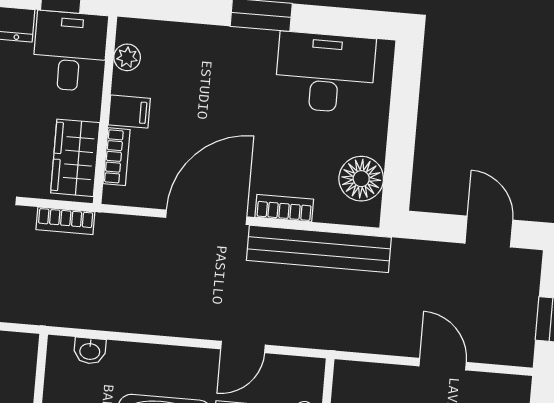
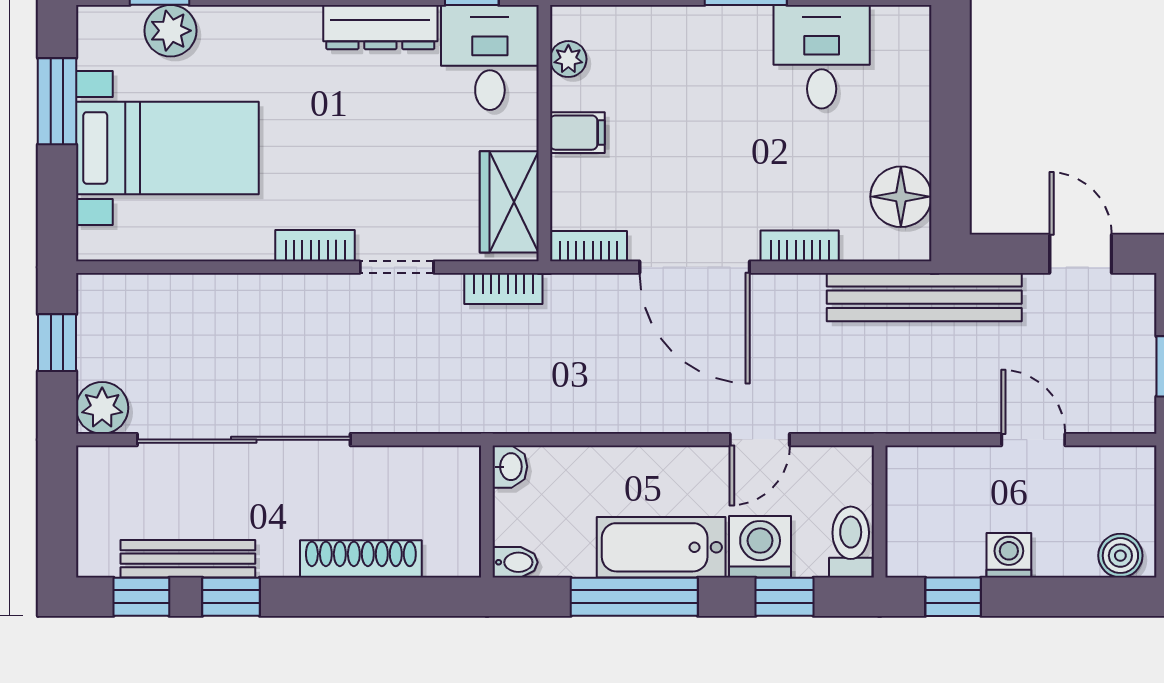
desk: (325, 73) -> (822, 57), width x0.73
bookcase: (117, 157) -> (589, 246), moved, turned -90
door: (206, 217) -> (695, 267), swing flipped
bench: (319, 249) -> (924, 297), moved
washbasin: (90, 351) -> (510, 467), moved, turned -90

